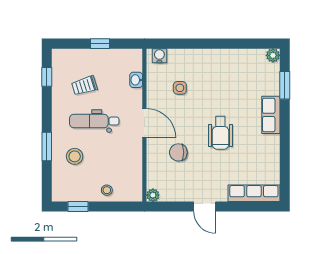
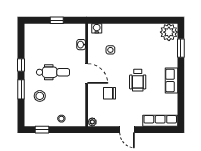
plant: (273, 55) -> (169, 32), width x1.88, depth x1.88
window: (47, 77) -> (21, 65), moved
trolley: (84, 86) -> (46, 48), removed
row of seats: (271, 115) -> (172, 80), moved
dental chair: (94, 121) -> (53, 72), turned 180

